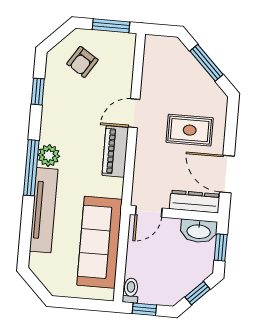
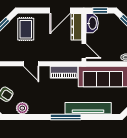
window: (38, 92) -> (24, 117), removed
rug: (190, 130) -> (26, 29), moved
piano: (115, 152) -> (64, 72), moved
plant: (49, 155) -> (22, 108), moved

